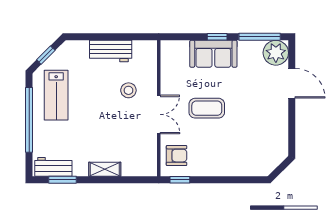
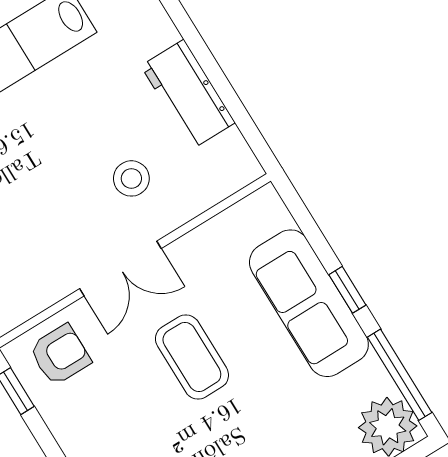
sofa: (213, 54) -> (309, 303), width x1.36
armchair: (177, 156) -> (60, 355), turned -90

